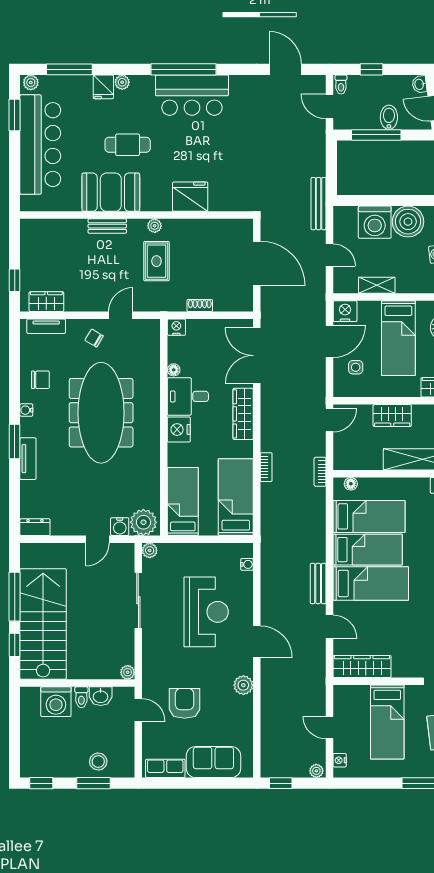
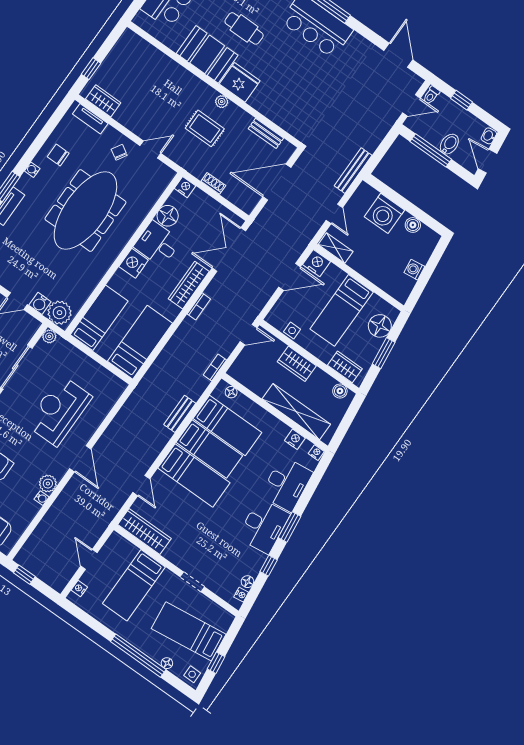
door: (330, 107) -> (411, 105), swing flipped
fridge: (190, 197) -> (240, 82), moved
boiler: (408, 222) -> (413, 225), width x0.54, depth x0.54
bench: (107, 226) -> (266, 133), moved
rug: (156, 261) -> (205, 128), turned 90
door: (257, 263) -> (277, 182), swing flipped
shelving: (377, 285) -> (336, 248), moved
side table: (356, 367) -> (292, 330), moved
floor lamp: (174, 370) -> (168, 216), width x1.89, depth x1.89
chair: (40, 380) -> (58, 155), turned 180
bookcase: (266, 467) -> (199, 306), moved
water cooler: (247, 564) -> (42, 498), moved
bench: (318, 583) -> (180, 414), moved
reception desk: (206, 612) -> (59, 411), turned 180
plant: (316, 771) -> (57, 584), removed

